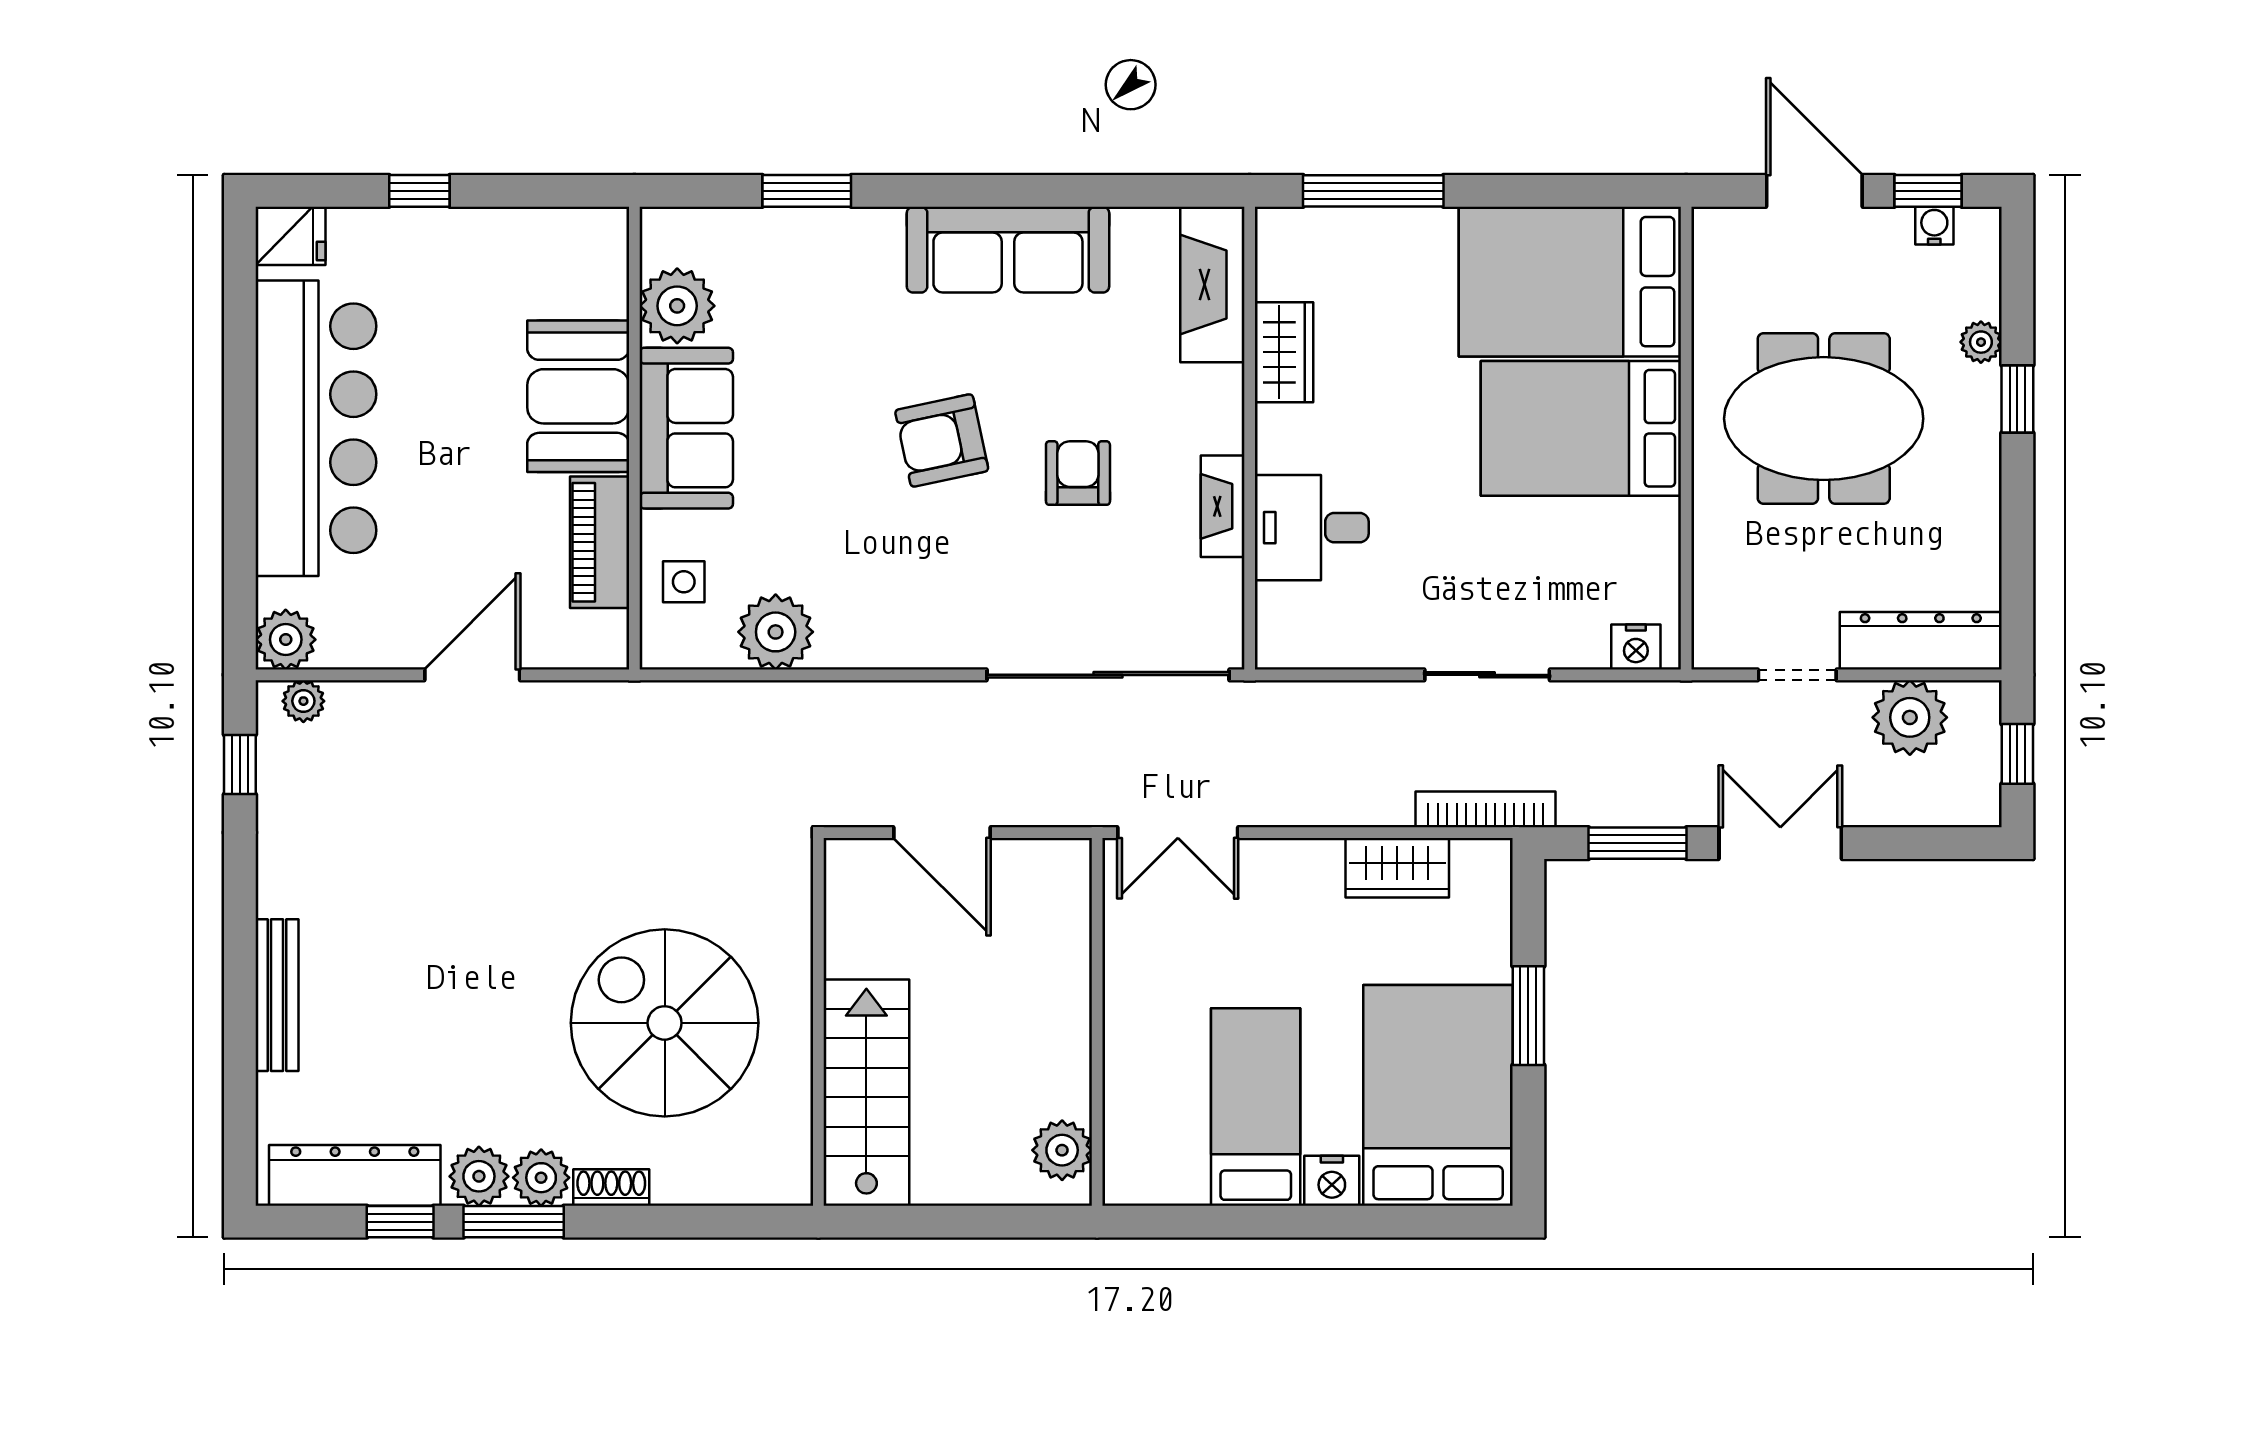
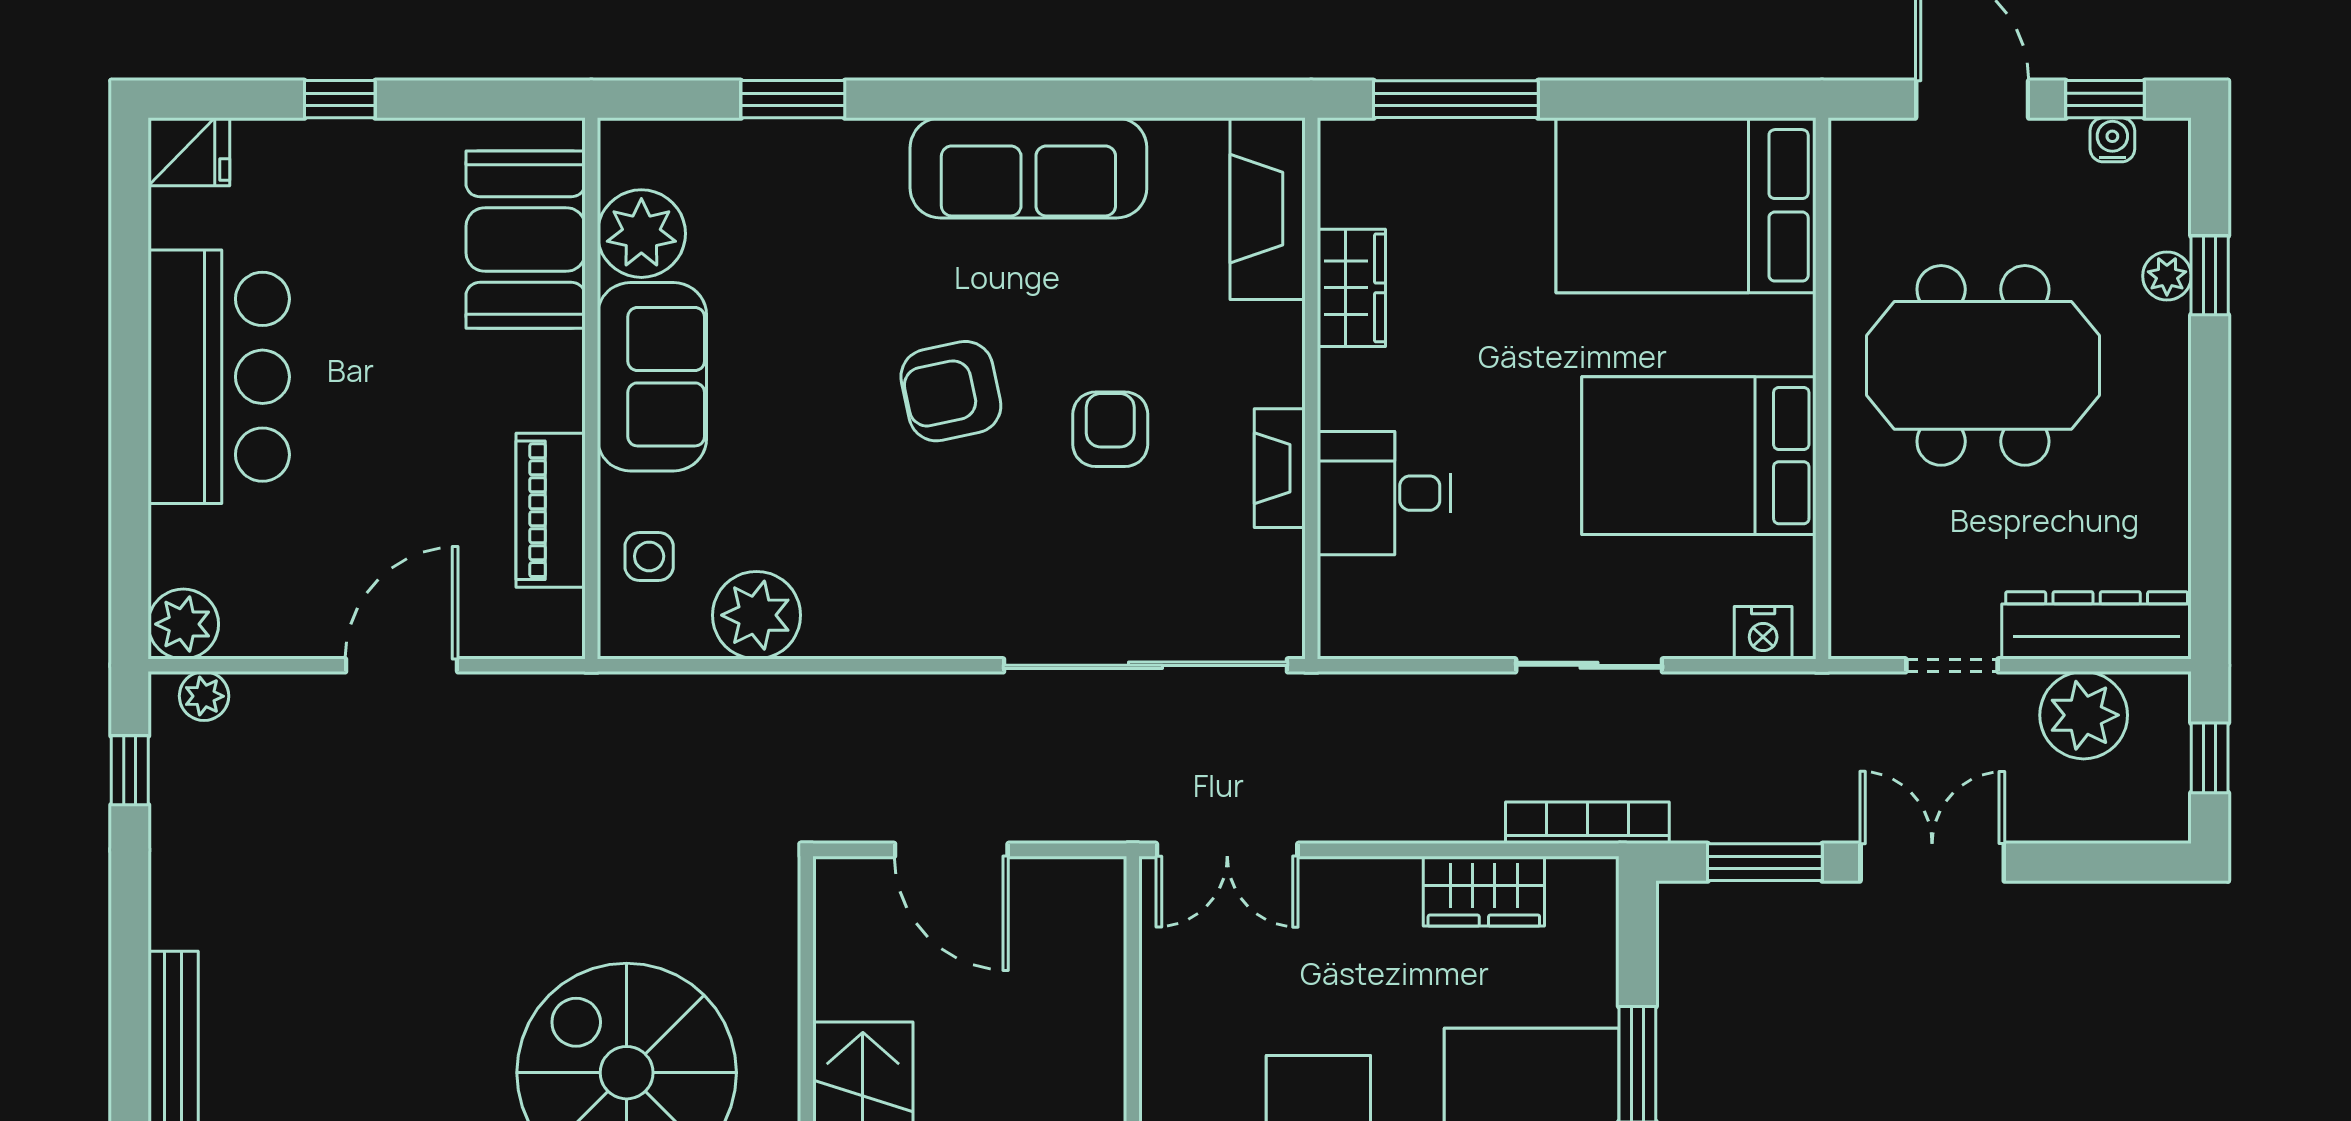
booth: (578, 396) -> (526, 240), moved
window: (2017, 399) -> (2210, 275), moved
bar counter: (316, 428) -> (219, 377), width x0.73
bed: (1581, 428) -> (1699, 456), moved

